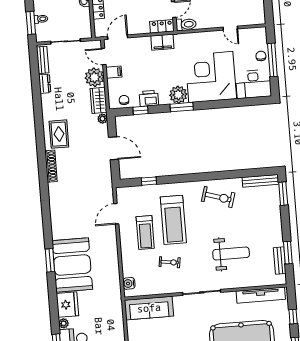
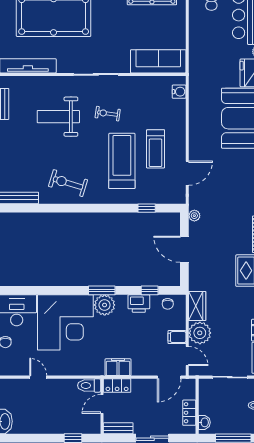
plant: (102, 119) -> (194, 216), moved
treadmill: (145, 233) -> (156, 149), turned 180
exercise bike: (170, 262) -> (108, 114), moved

